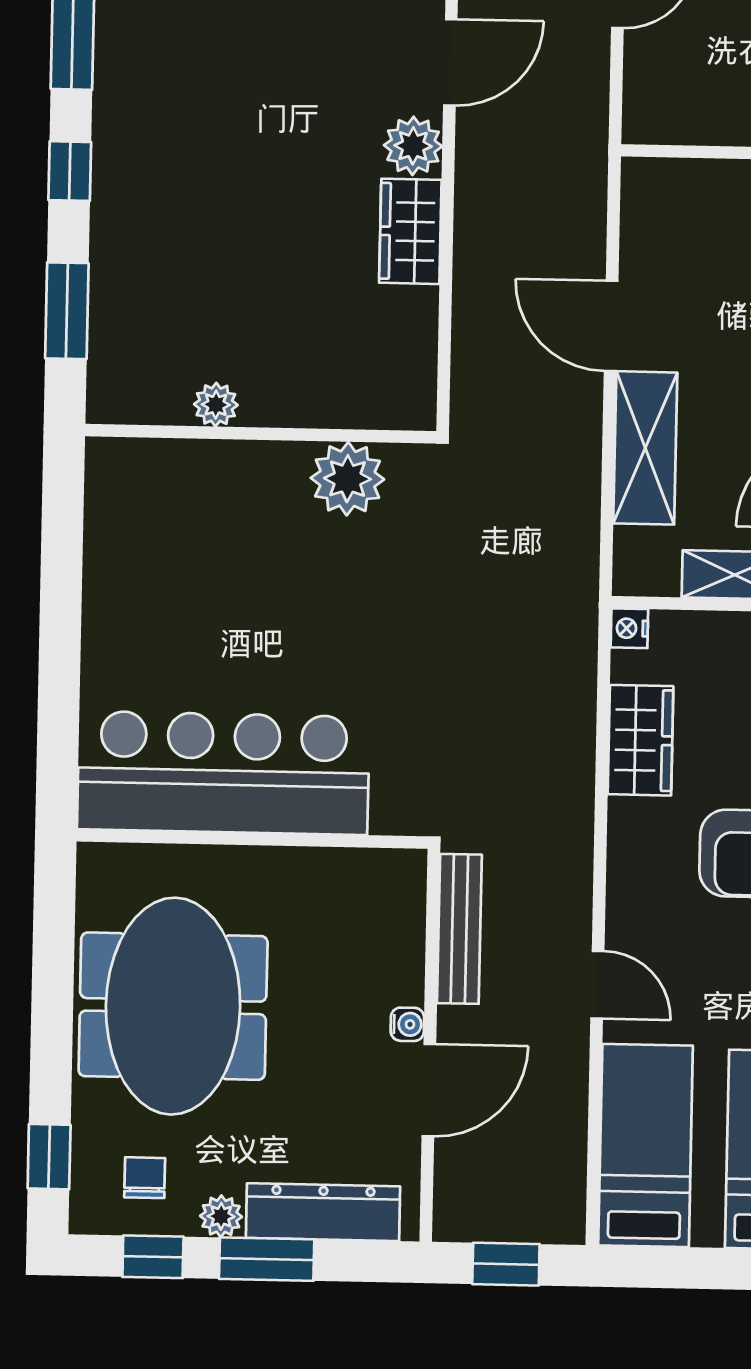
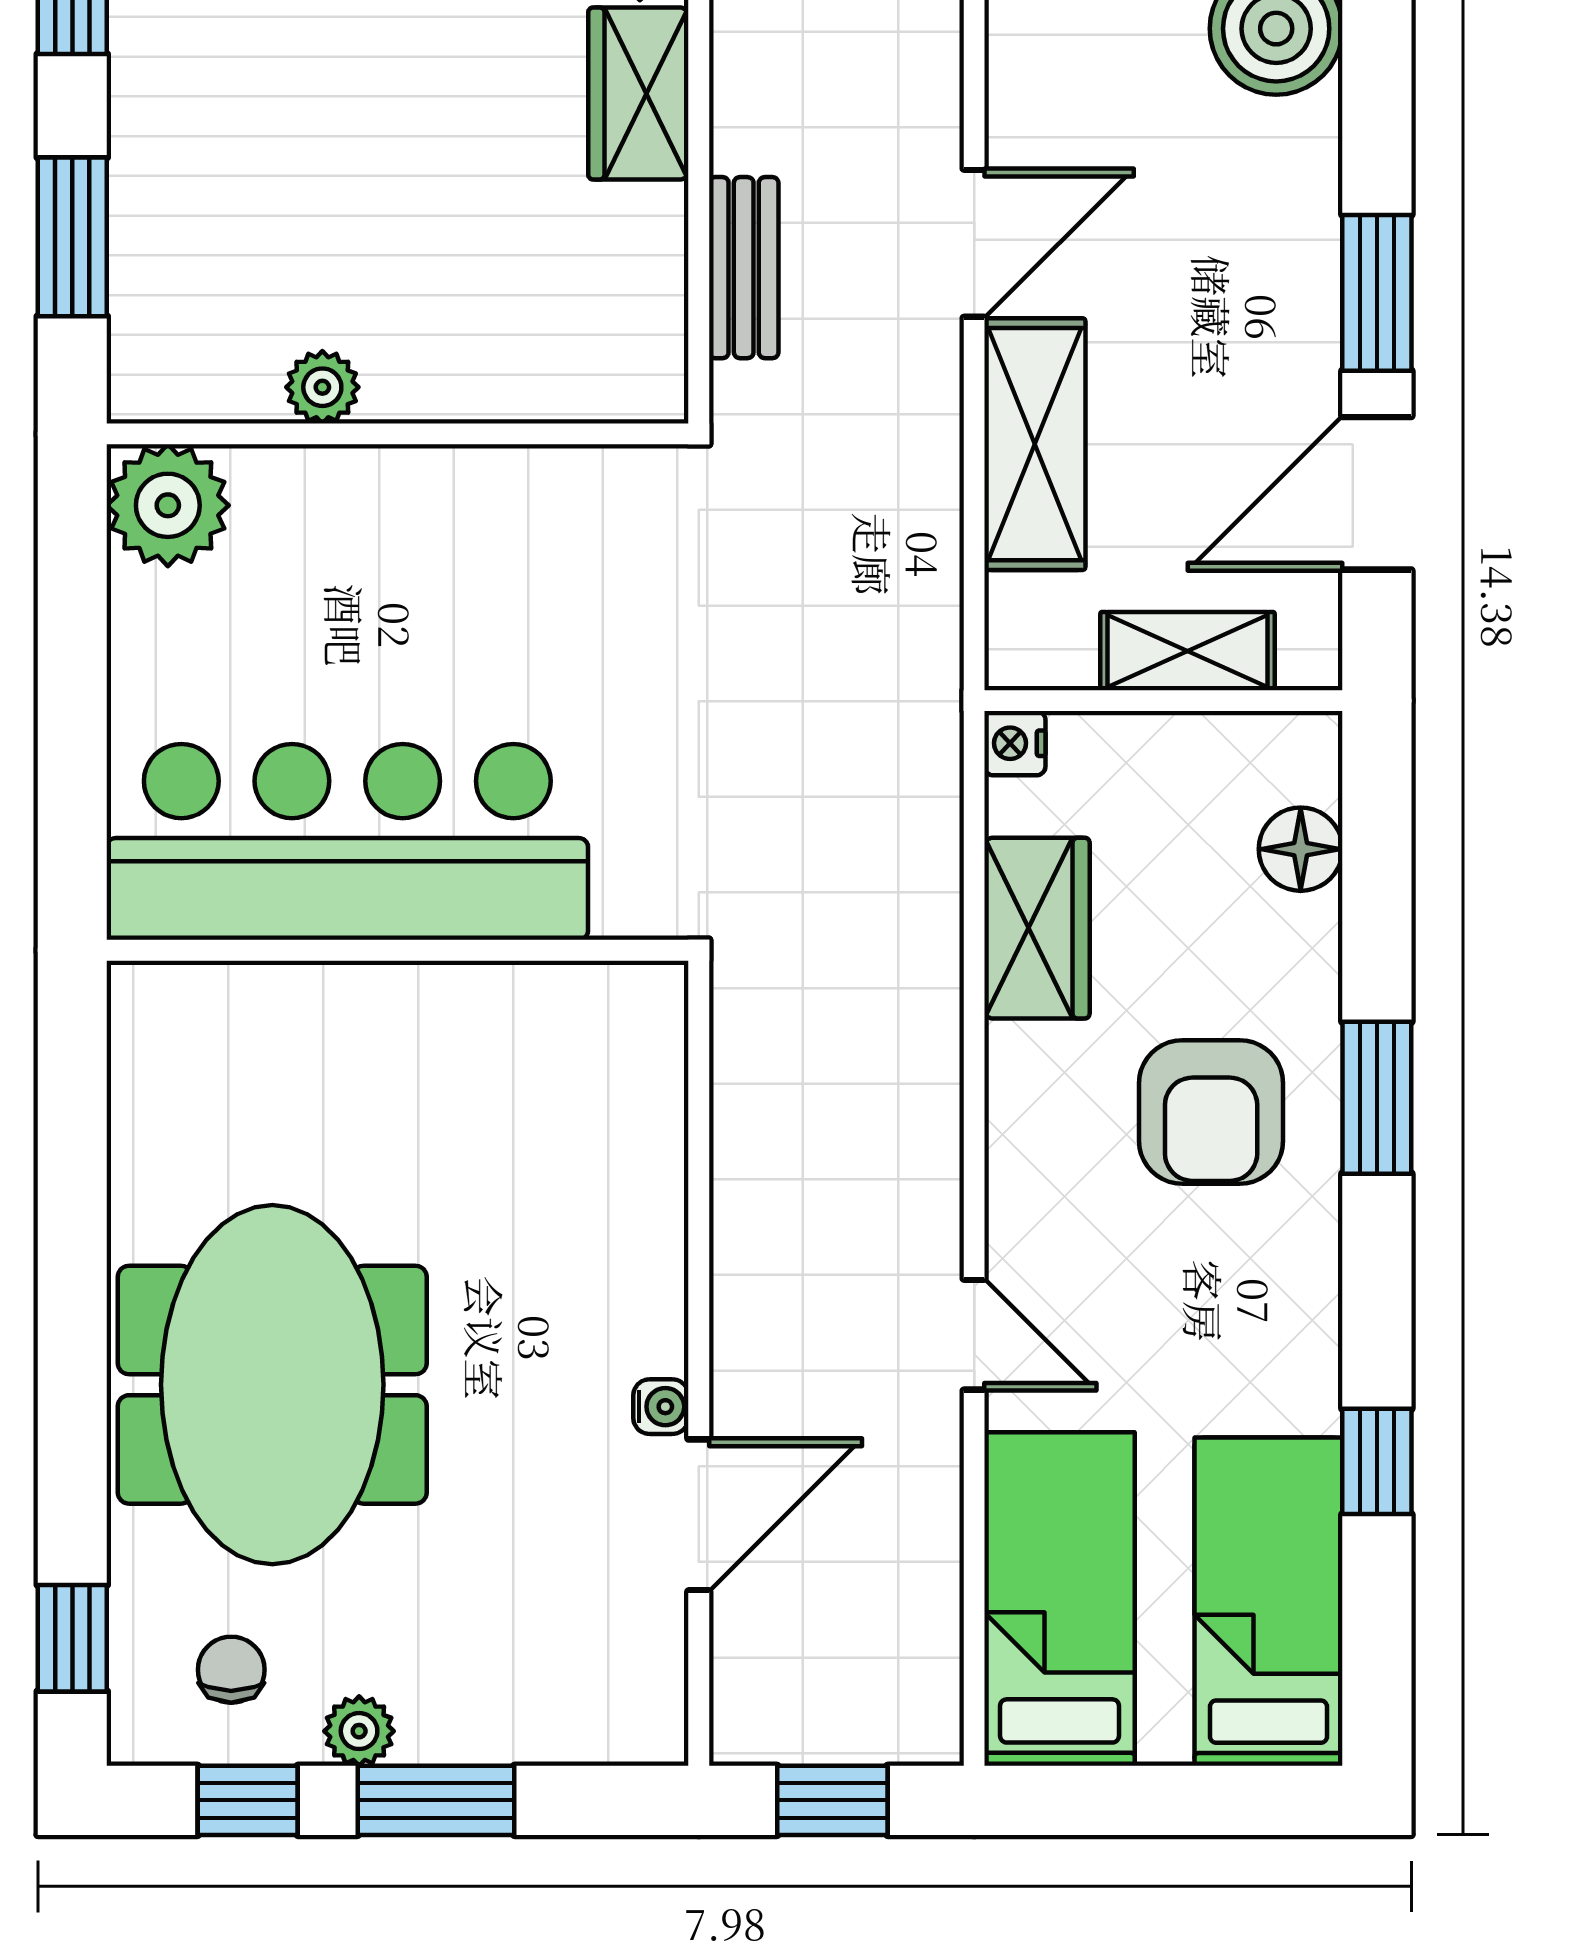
door: (611, 326) -> (974, 243), swing flipped
plant: (347, 479) -> (168, 505), moved
bar counter: (223, 773) -> (347, 842), moved
wall: (252, 839) -> (398, 950), moved
bench: (459, 929) -> (744, 268), moved, width x0.73
dresser: (323, 1212) -> (528, 1721), removed

